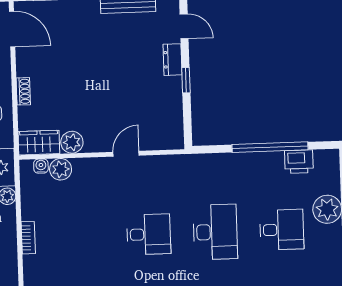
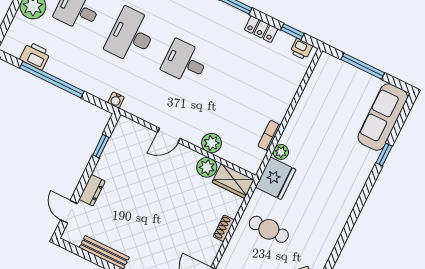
window: (186, 80) -> (101, 146), moved
water cooler: (41, 166) -> (116, 100), moved
plant: (61, 169) -> (212, 143), moved
bookcase: (28, 238) -> (269, 136), moved

